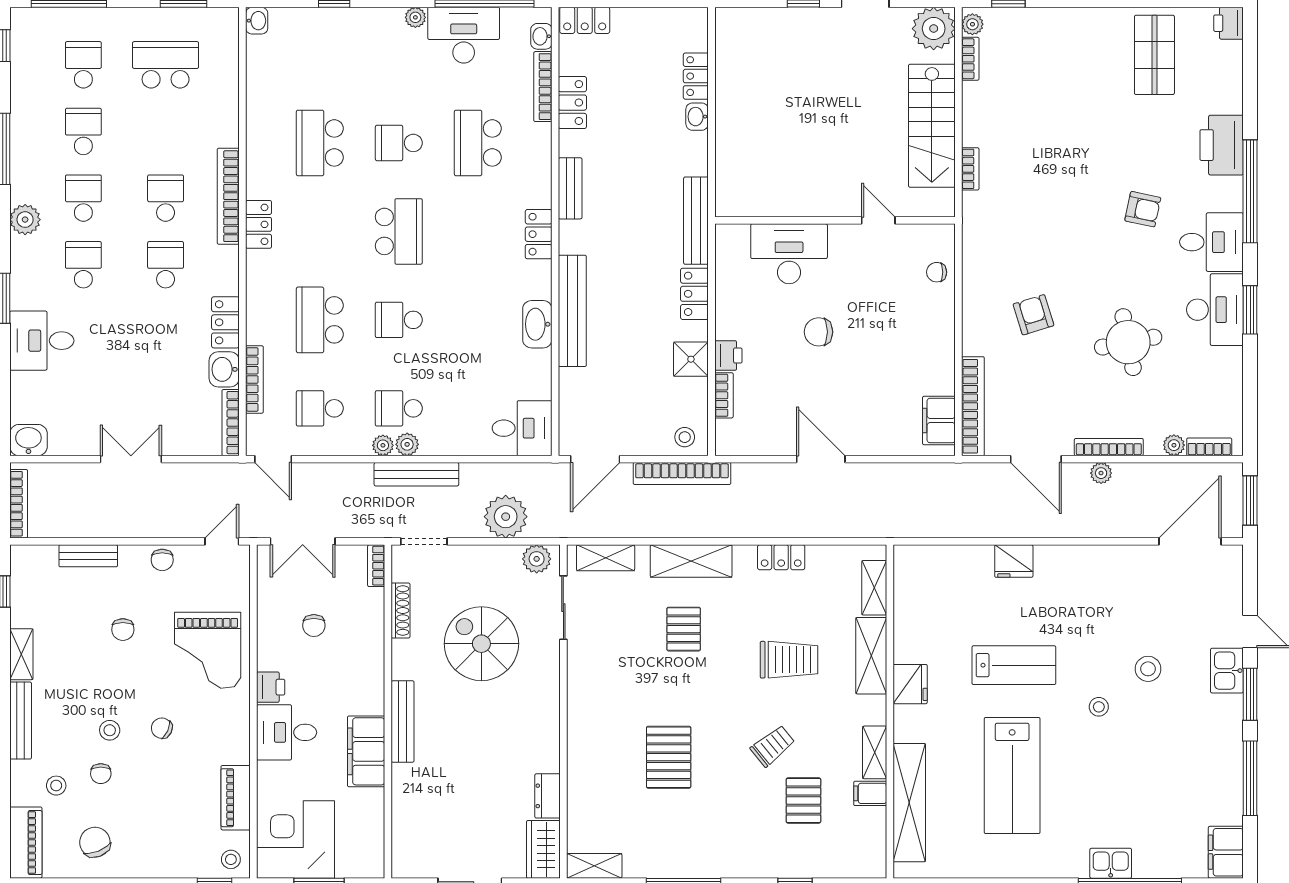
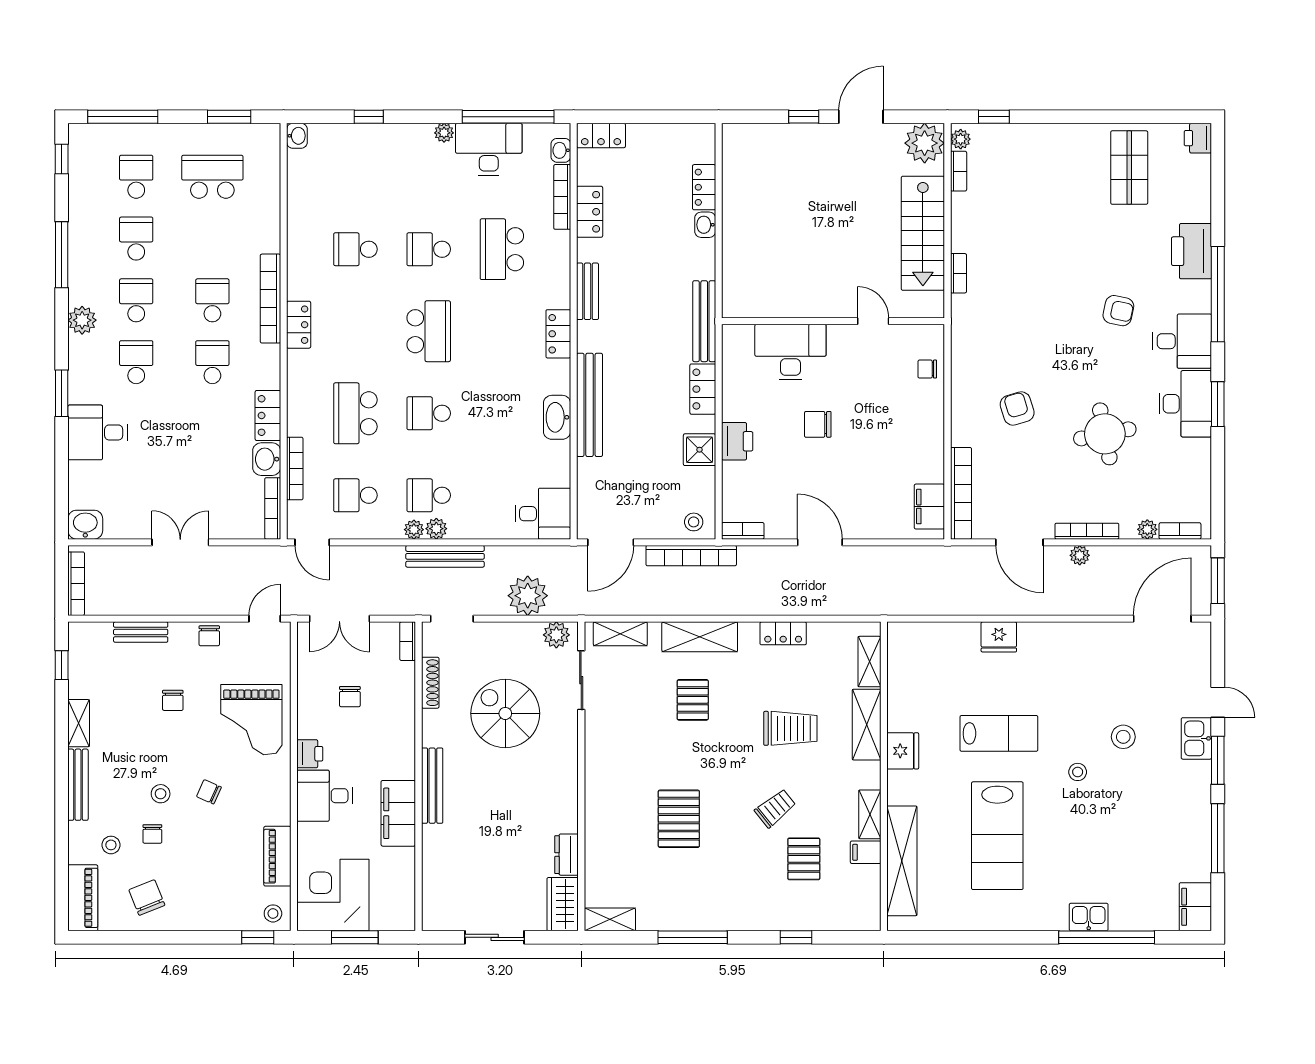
school desk: (320, 143) -> (355, 249), width x0.54
printer: (728, 355) -> (737, 441), width x1.36, depth x1.24
bookcase: (724, 395) -> (743, 531), moved, turned -90

